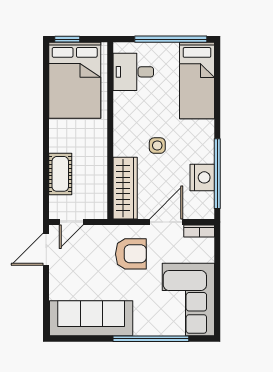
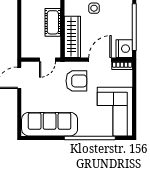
cot: (60, 174) -> (53, 22), moved
nightstand: (202, 177) -> (124, 49), moved
door: (71, 222) -> (47, 60), moved

